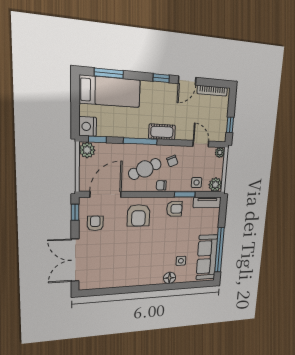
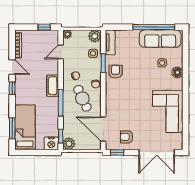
armchair: (139, 215) -> (121, 102), removed
corner sofa: (126, 270) -> (168, 111), added

